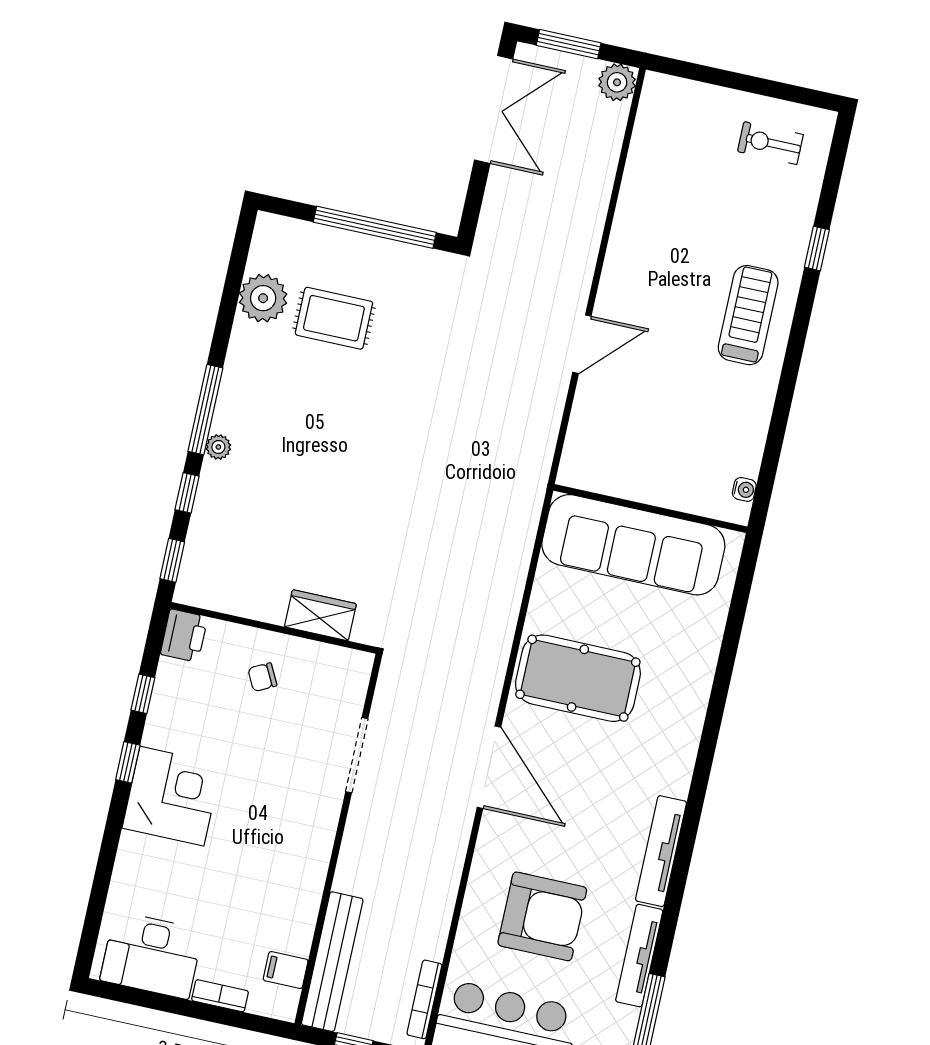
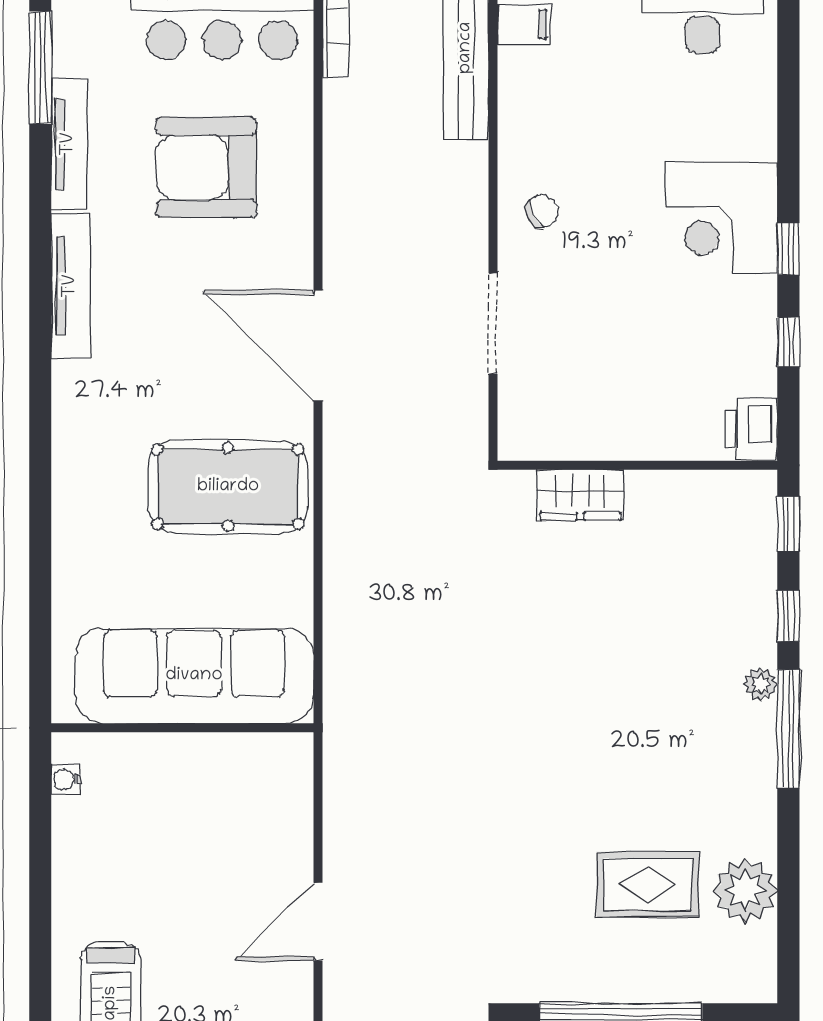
chair: (262, 677) -> (542, 211), moved

